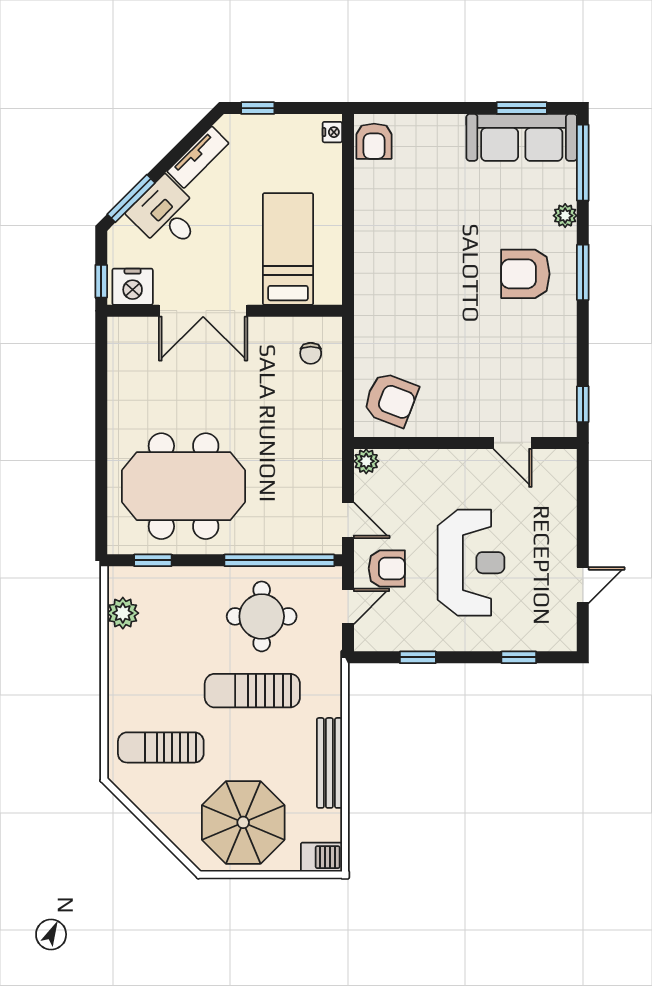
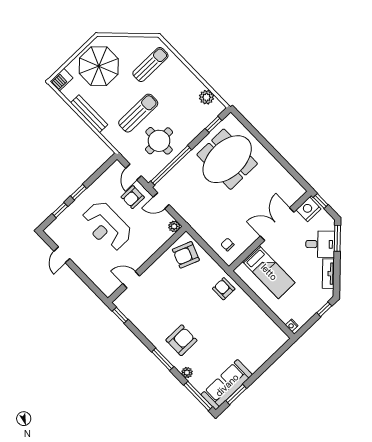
armchair: (374, 141) -> (224, 289), moved
window: (418, 657) -> (79, 192), moved

